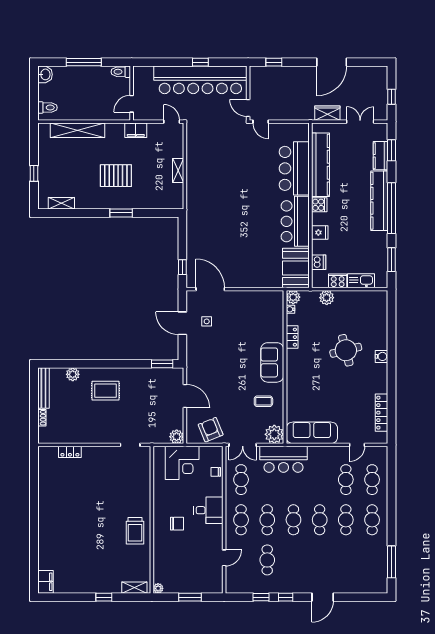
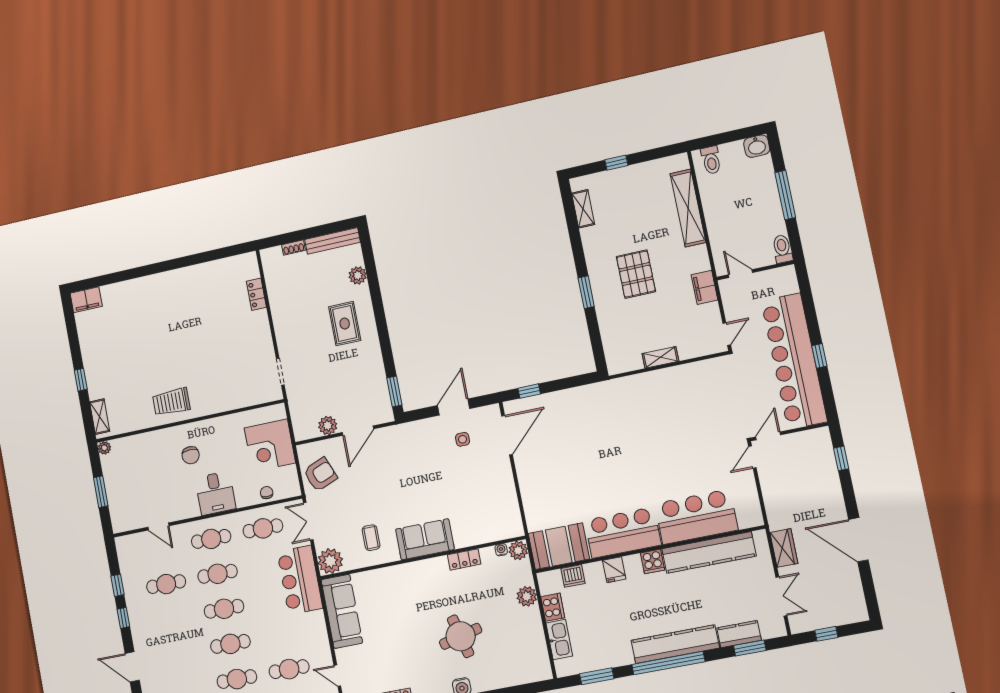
plant: (177, 437) -> (328, 426), moved

